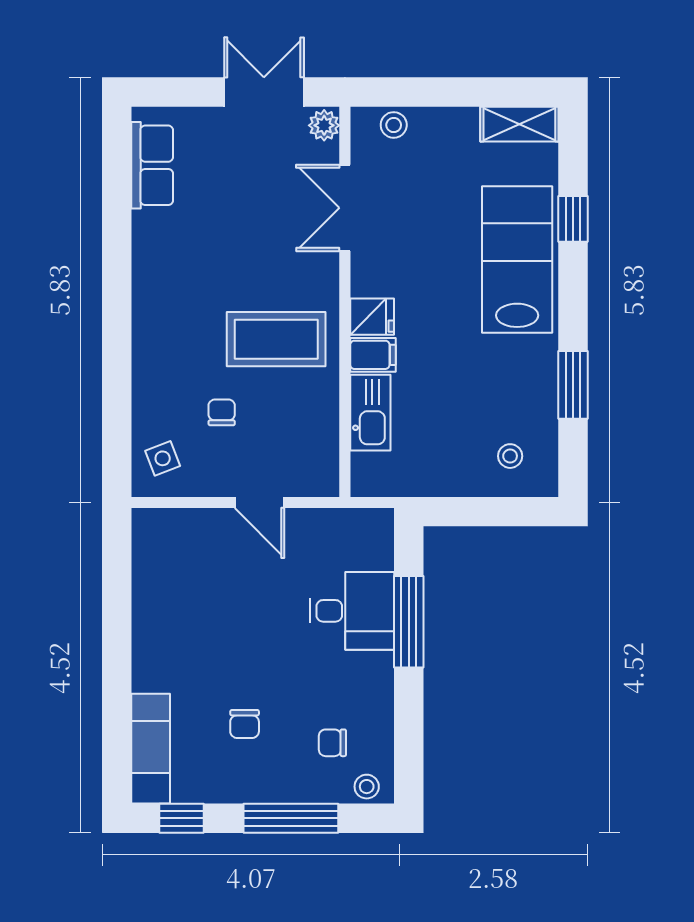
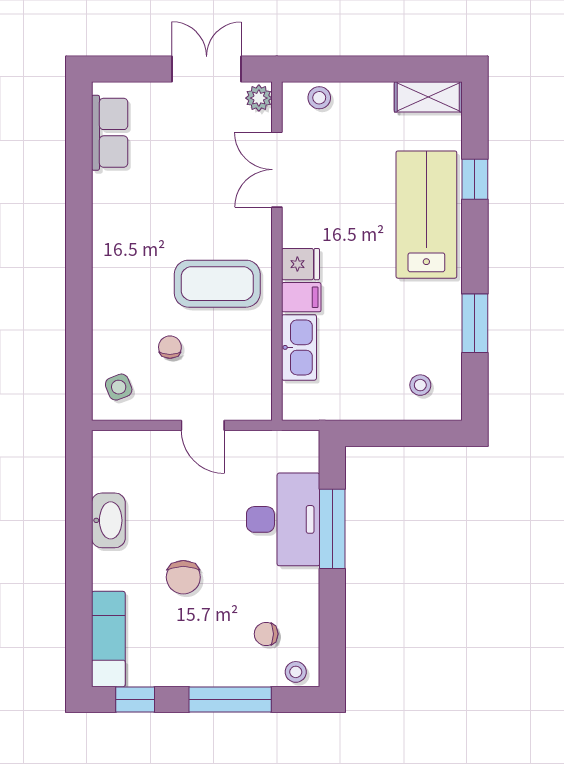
desk: (352, 611) -> (283, 519), width x1.37
washbasin: (151, 612) -> (108, 520), added
chair: (245, 724) -> (183, 577), moved, width x1.37, depth x1.37

